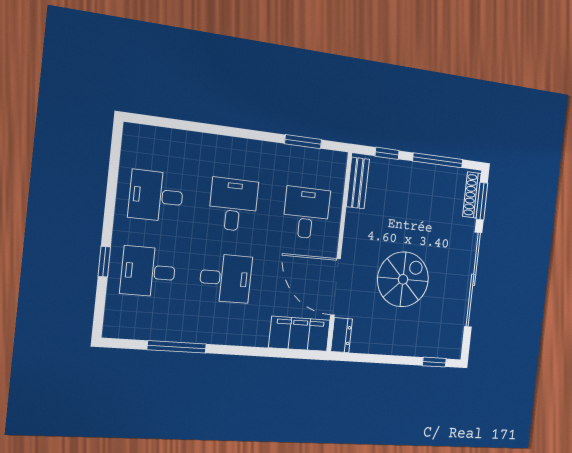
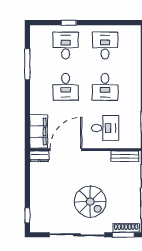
desk: (233, 205) -> (105, 87), turned 90
spiral stairs: (403, 279) -> (90, 202), moved

